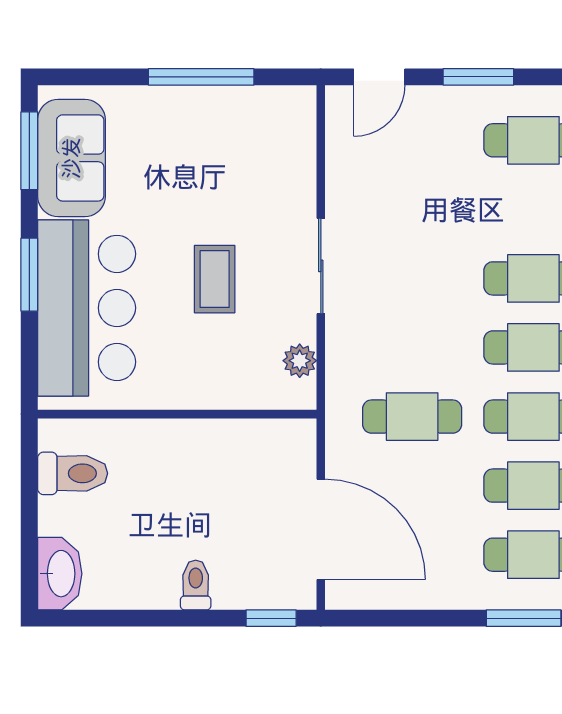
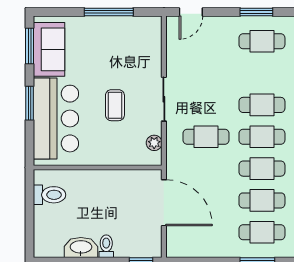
window: (478, 77) -> (256, 12), moved
cafe table: (412, 417) -> (206, 137), moved
door: (321, 529) -> (164, 203), moved
washbasin: (60, 574) -> (81, 247), moved, turned -90

